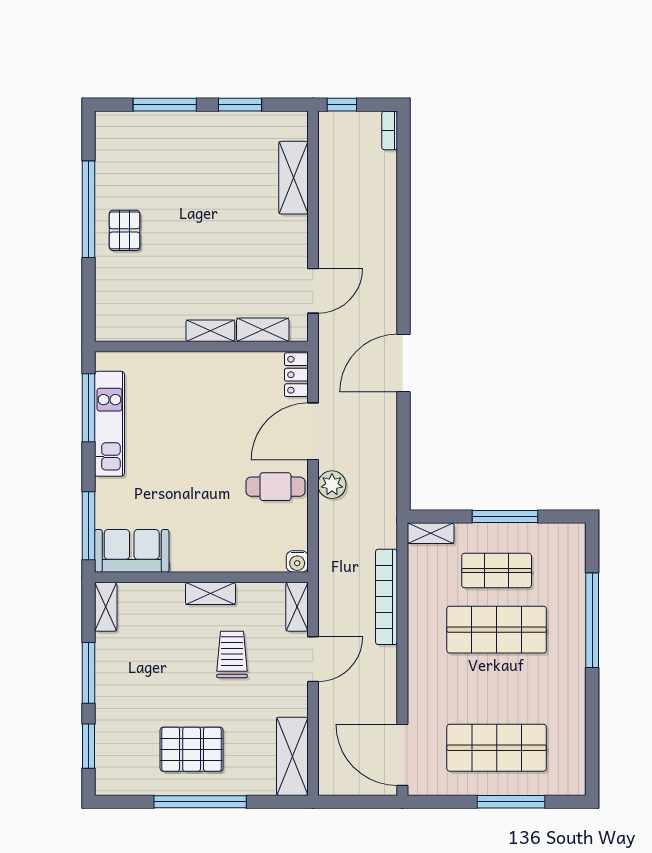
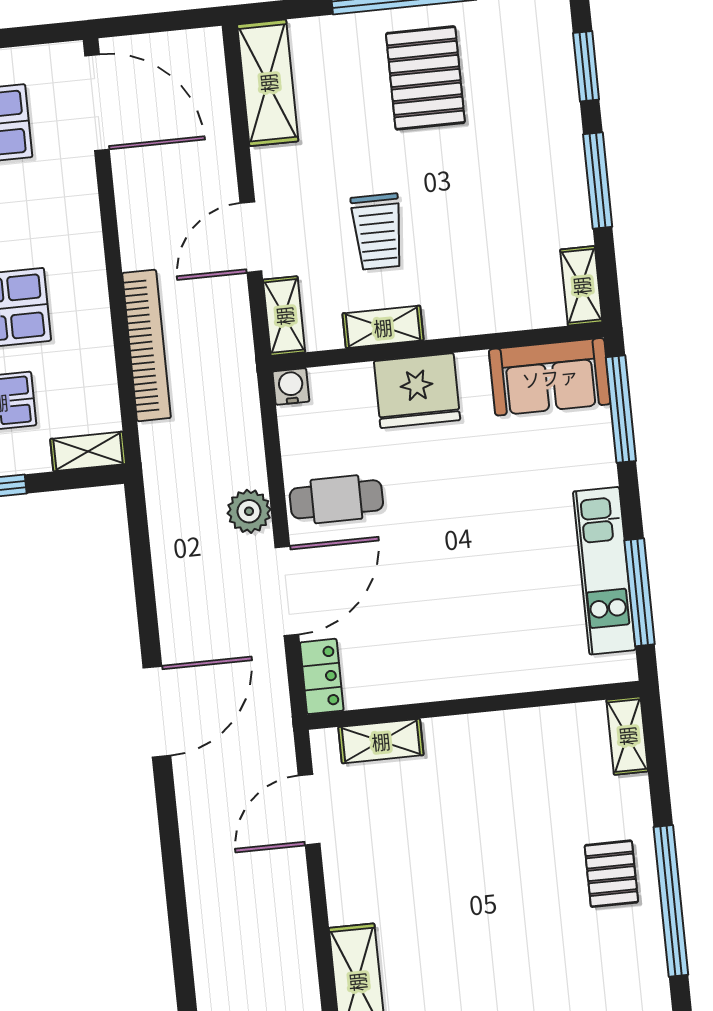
shelving: (210, 331) -> (627, 736), moved, turned 90
fridge: (217, 551) -> (417, 391), added
shelving: (210, 593) -> (383, 327), moved
pallet: (192, 749) -> (425, 78), turned 90

